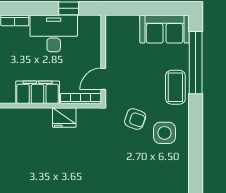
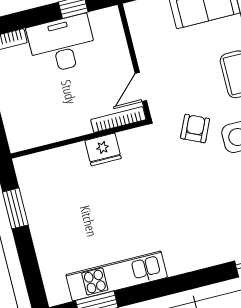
filing cabinet: (38, 92) -> (60, 126), removed
armchair: (135, 119) -> (195, 128), turned -85

